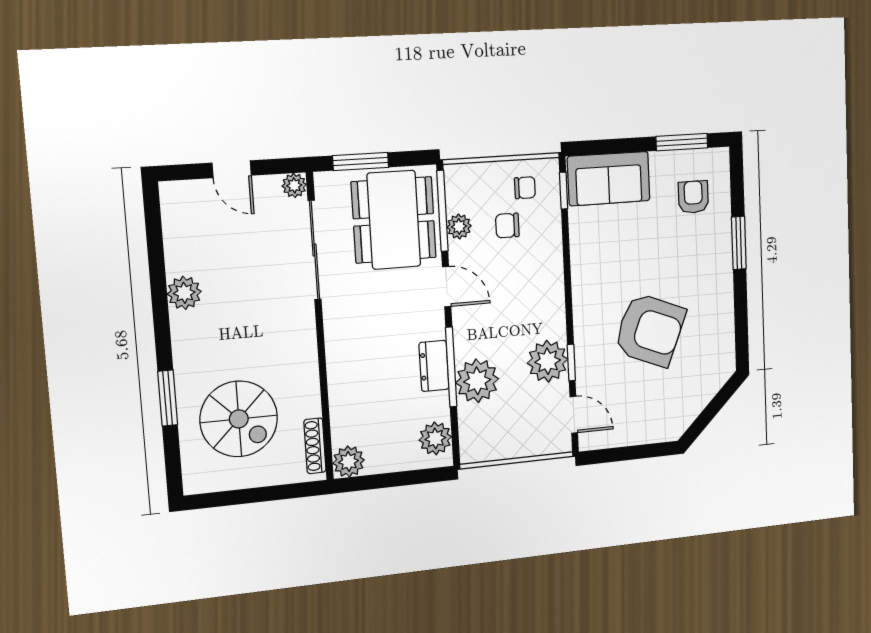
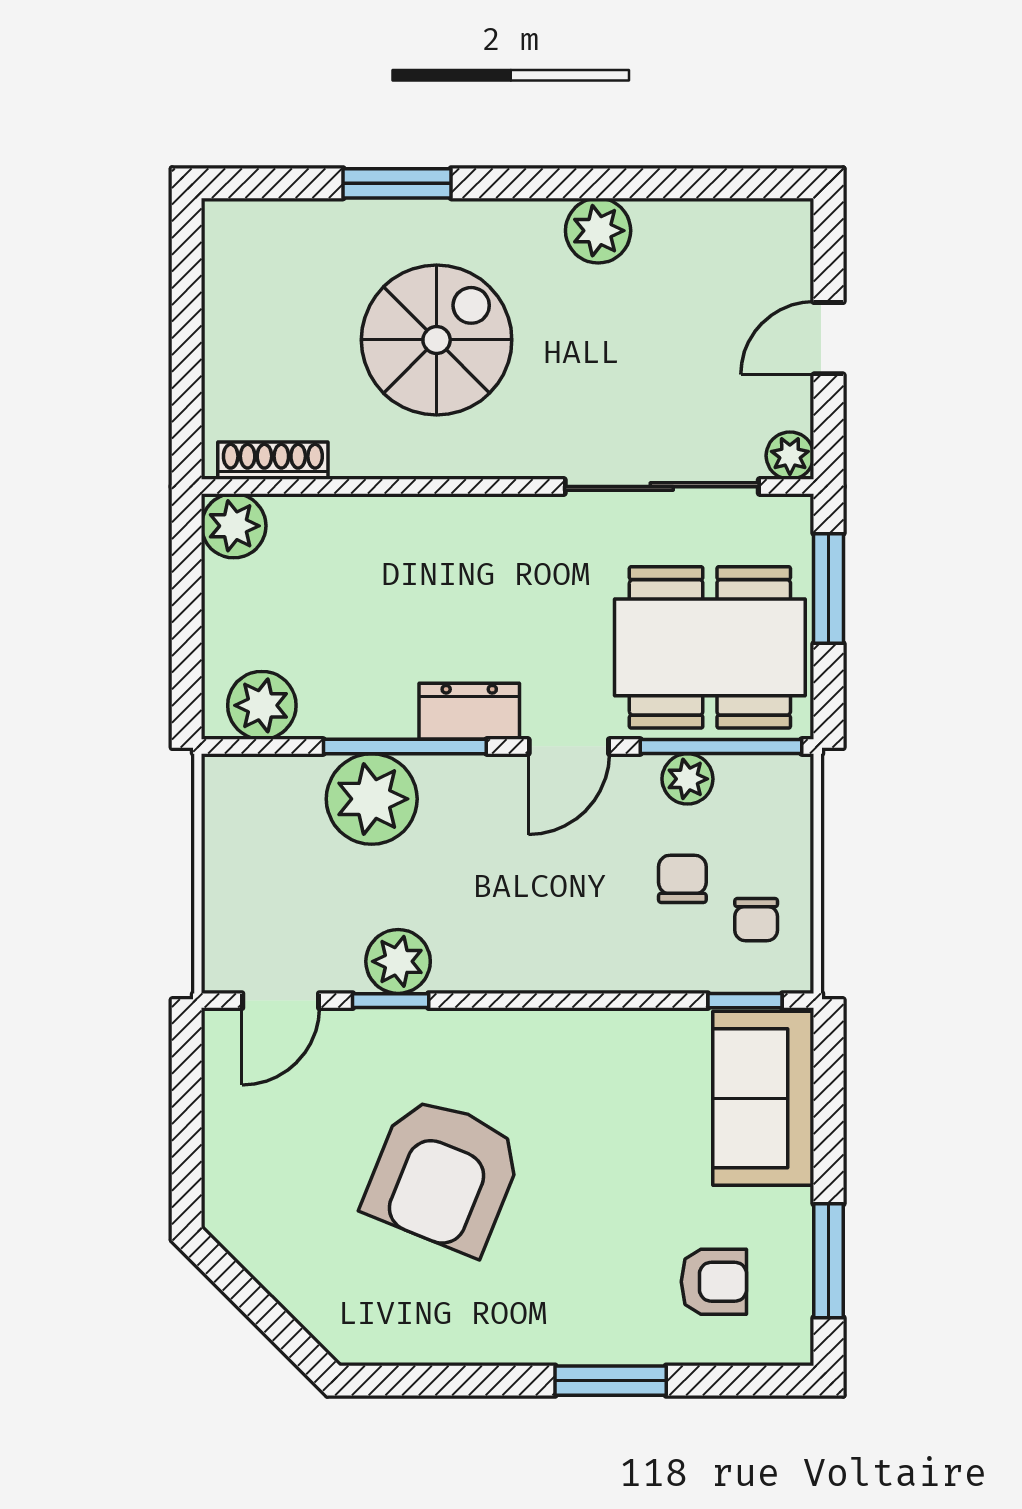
plant: (548, 361) -> (398, 961), width x0.73, depth x0.73
dresser: (434, 366) -> (469, 711), moved
spiral stairs: (239, 419) -> (437, 340), moved, turned 180

